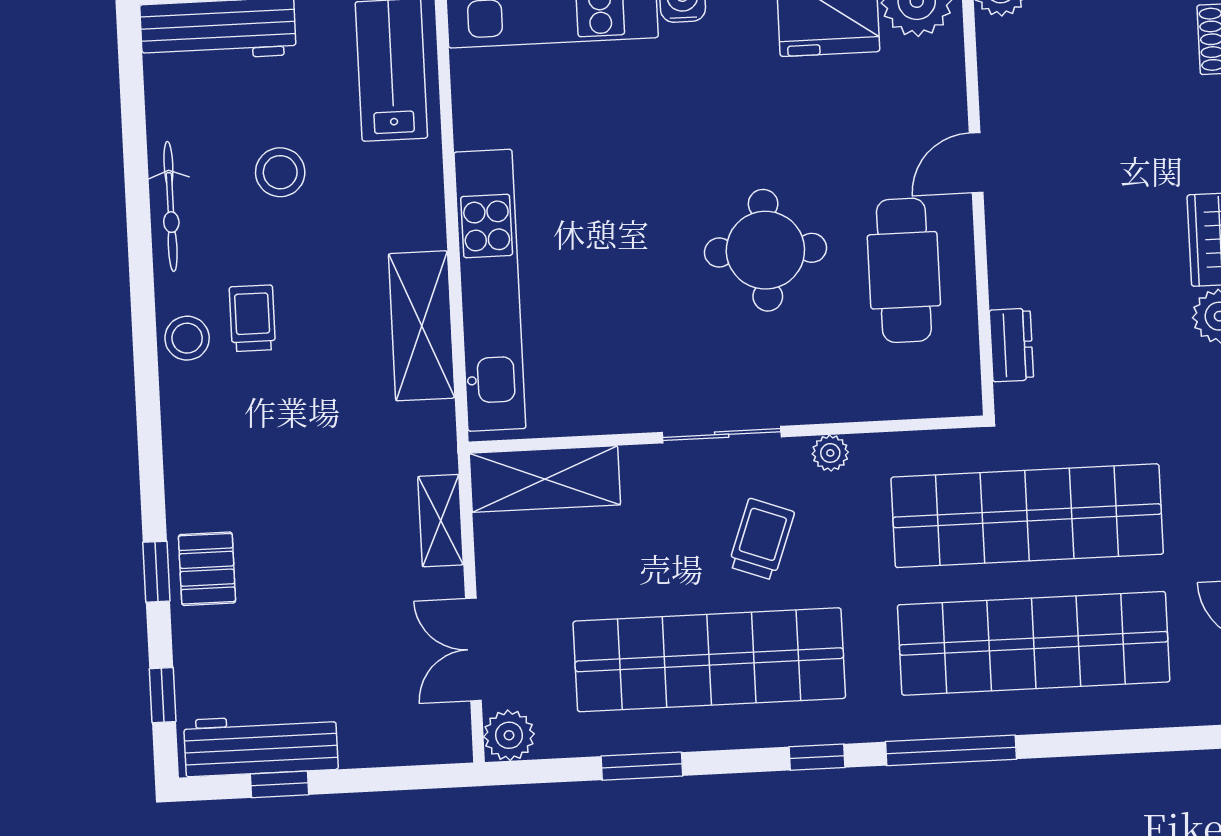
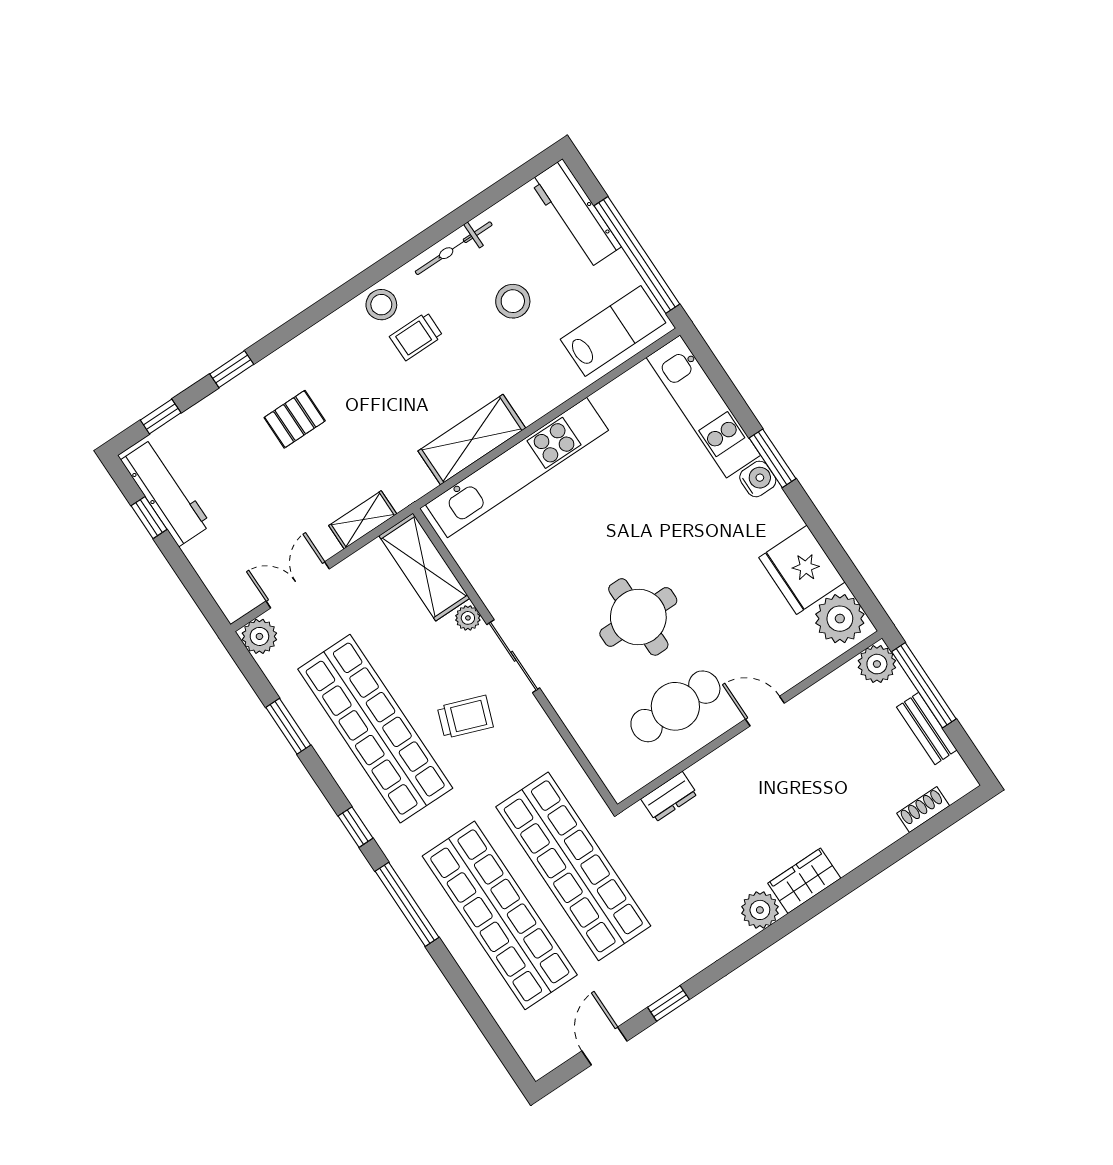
trolley: (252, 318) -> (416, 336), turned 180
plant: (830, 453) -> (468, 618), moved
pallet: (207, 569) -> (295, 419), moved

